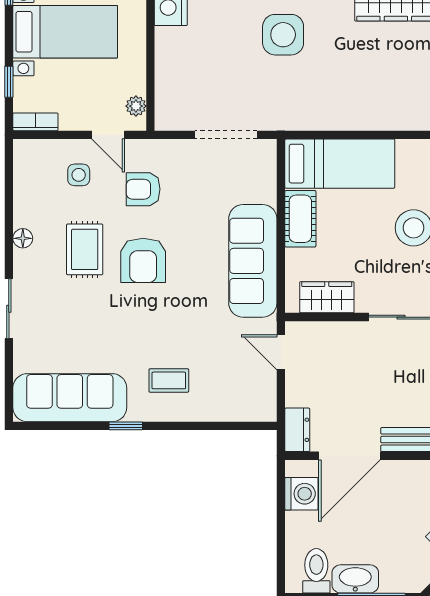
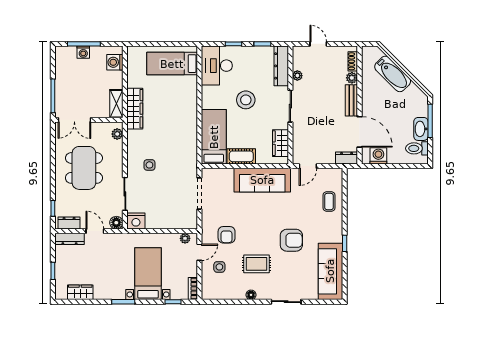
side table: (283, 35) -> (149, 165), width x0.54, depth x0.54
armchair: (143, 260) -> (291, 240), moved
coffee table: (169, 380) -> (329, 202), moved

